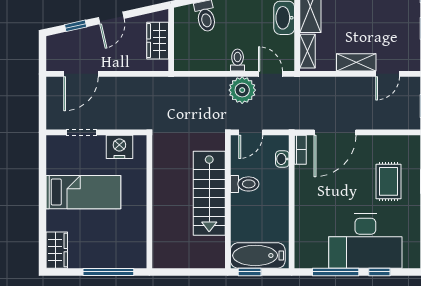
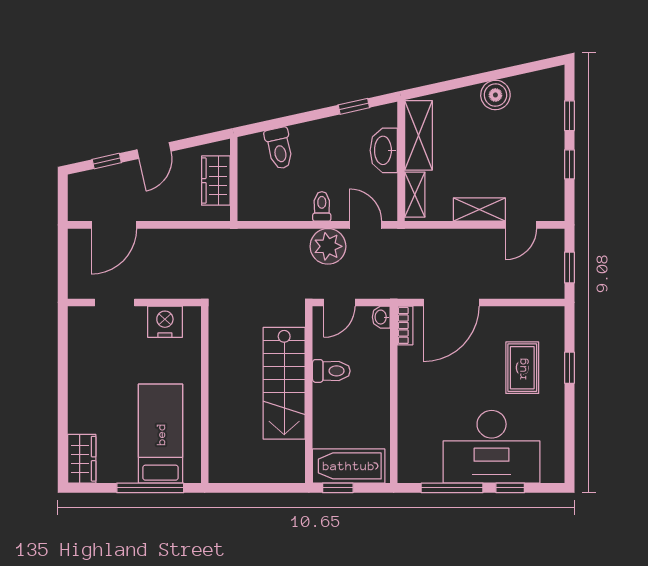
washbasin: (282, 159) -> (381, 317), moved
bed: (83, 192) -> (161, 434), moved, turned -90

